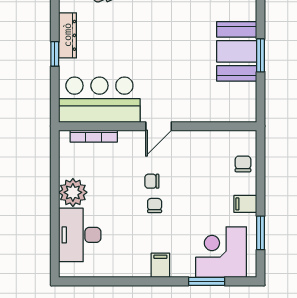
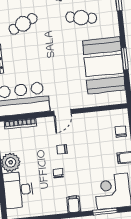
booth: (237, 51) -> (104, 65), width x1.36, depth x1.42
chair: (155, 206) -> (58, 173), moved

